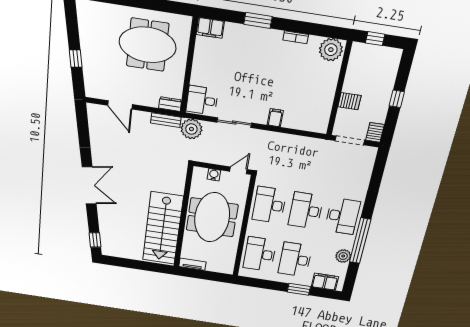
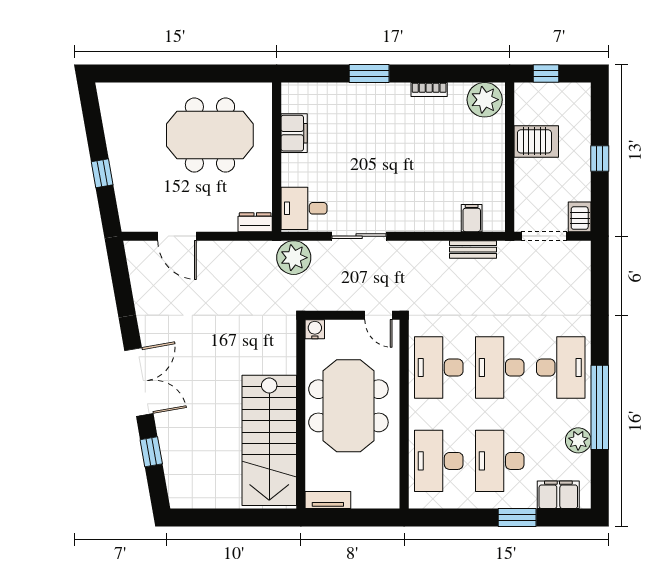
filing cabinet: (210, 28) -> (294, 133), moved, turned -90
server rack: (349, 101) -> (536, 141), moved, width x1.36, depth x1.44
filing cabinet: (275, 118) -> (472, 218), moved
bench: (166, 120) -> (473, 250), moved
door: (238, 170) -> (378, 315), swing flipped
water cooler: (214, 175) -> (315, 329), moved
window: (95, 240) -> (151, 452), moved

